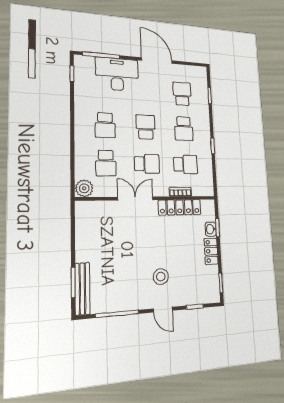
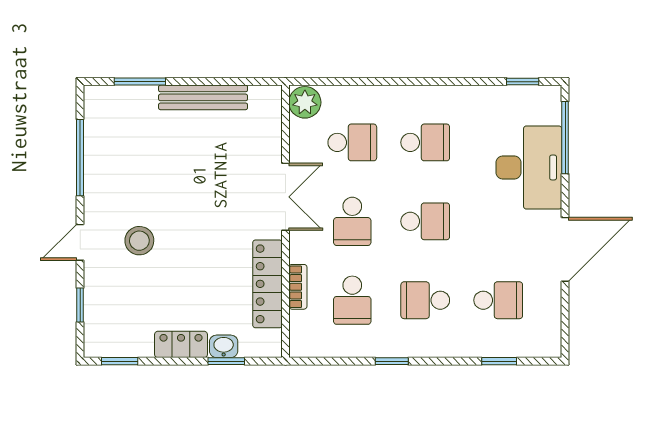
school desk: (105, 125) -> (425, 142), turned 180
school desk: (106, 163) -> (352, 142), turned 180
bench: (82, 289) -> (203, 97), moved

